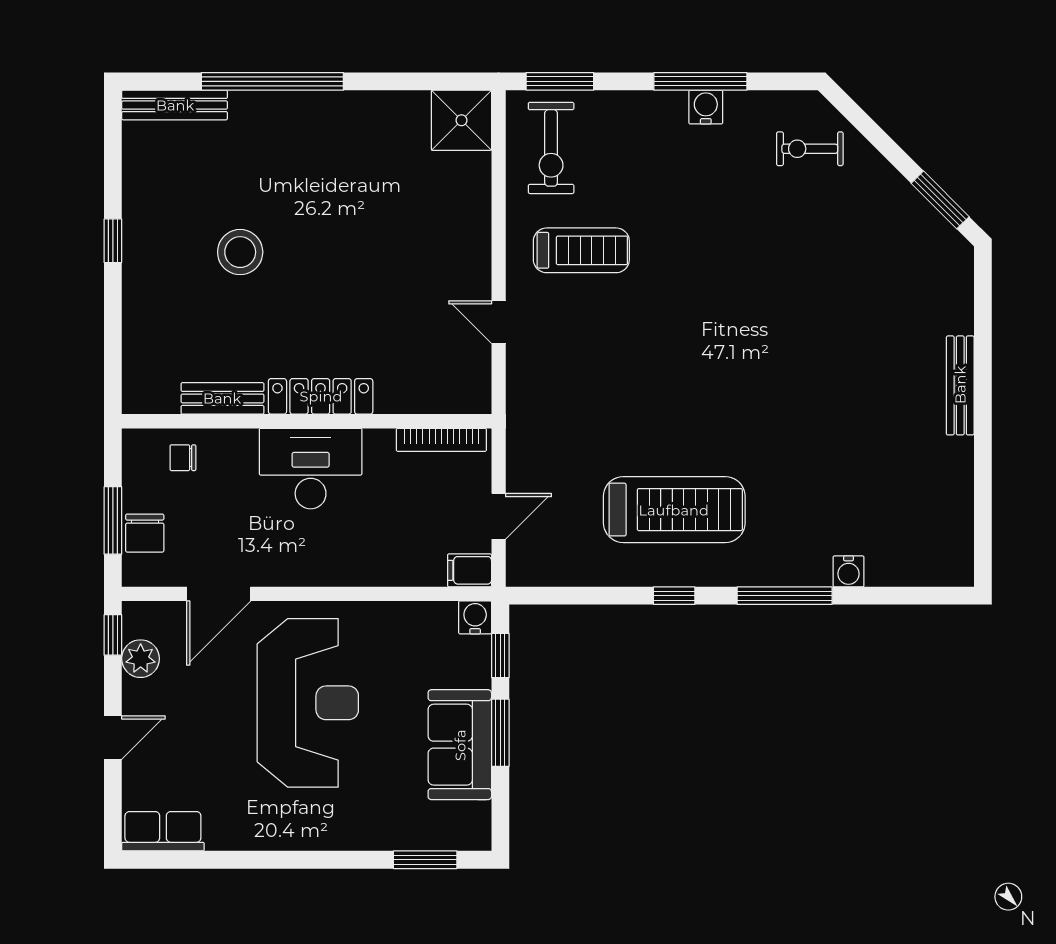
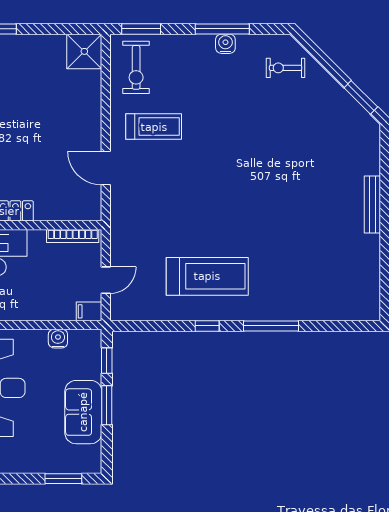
door: (499, 322) -> (106, 168), width x1.37
water cooler: (849, 571) -> (308, 312), removed
water cooler: (475, 617) -> (58, 339), moved

